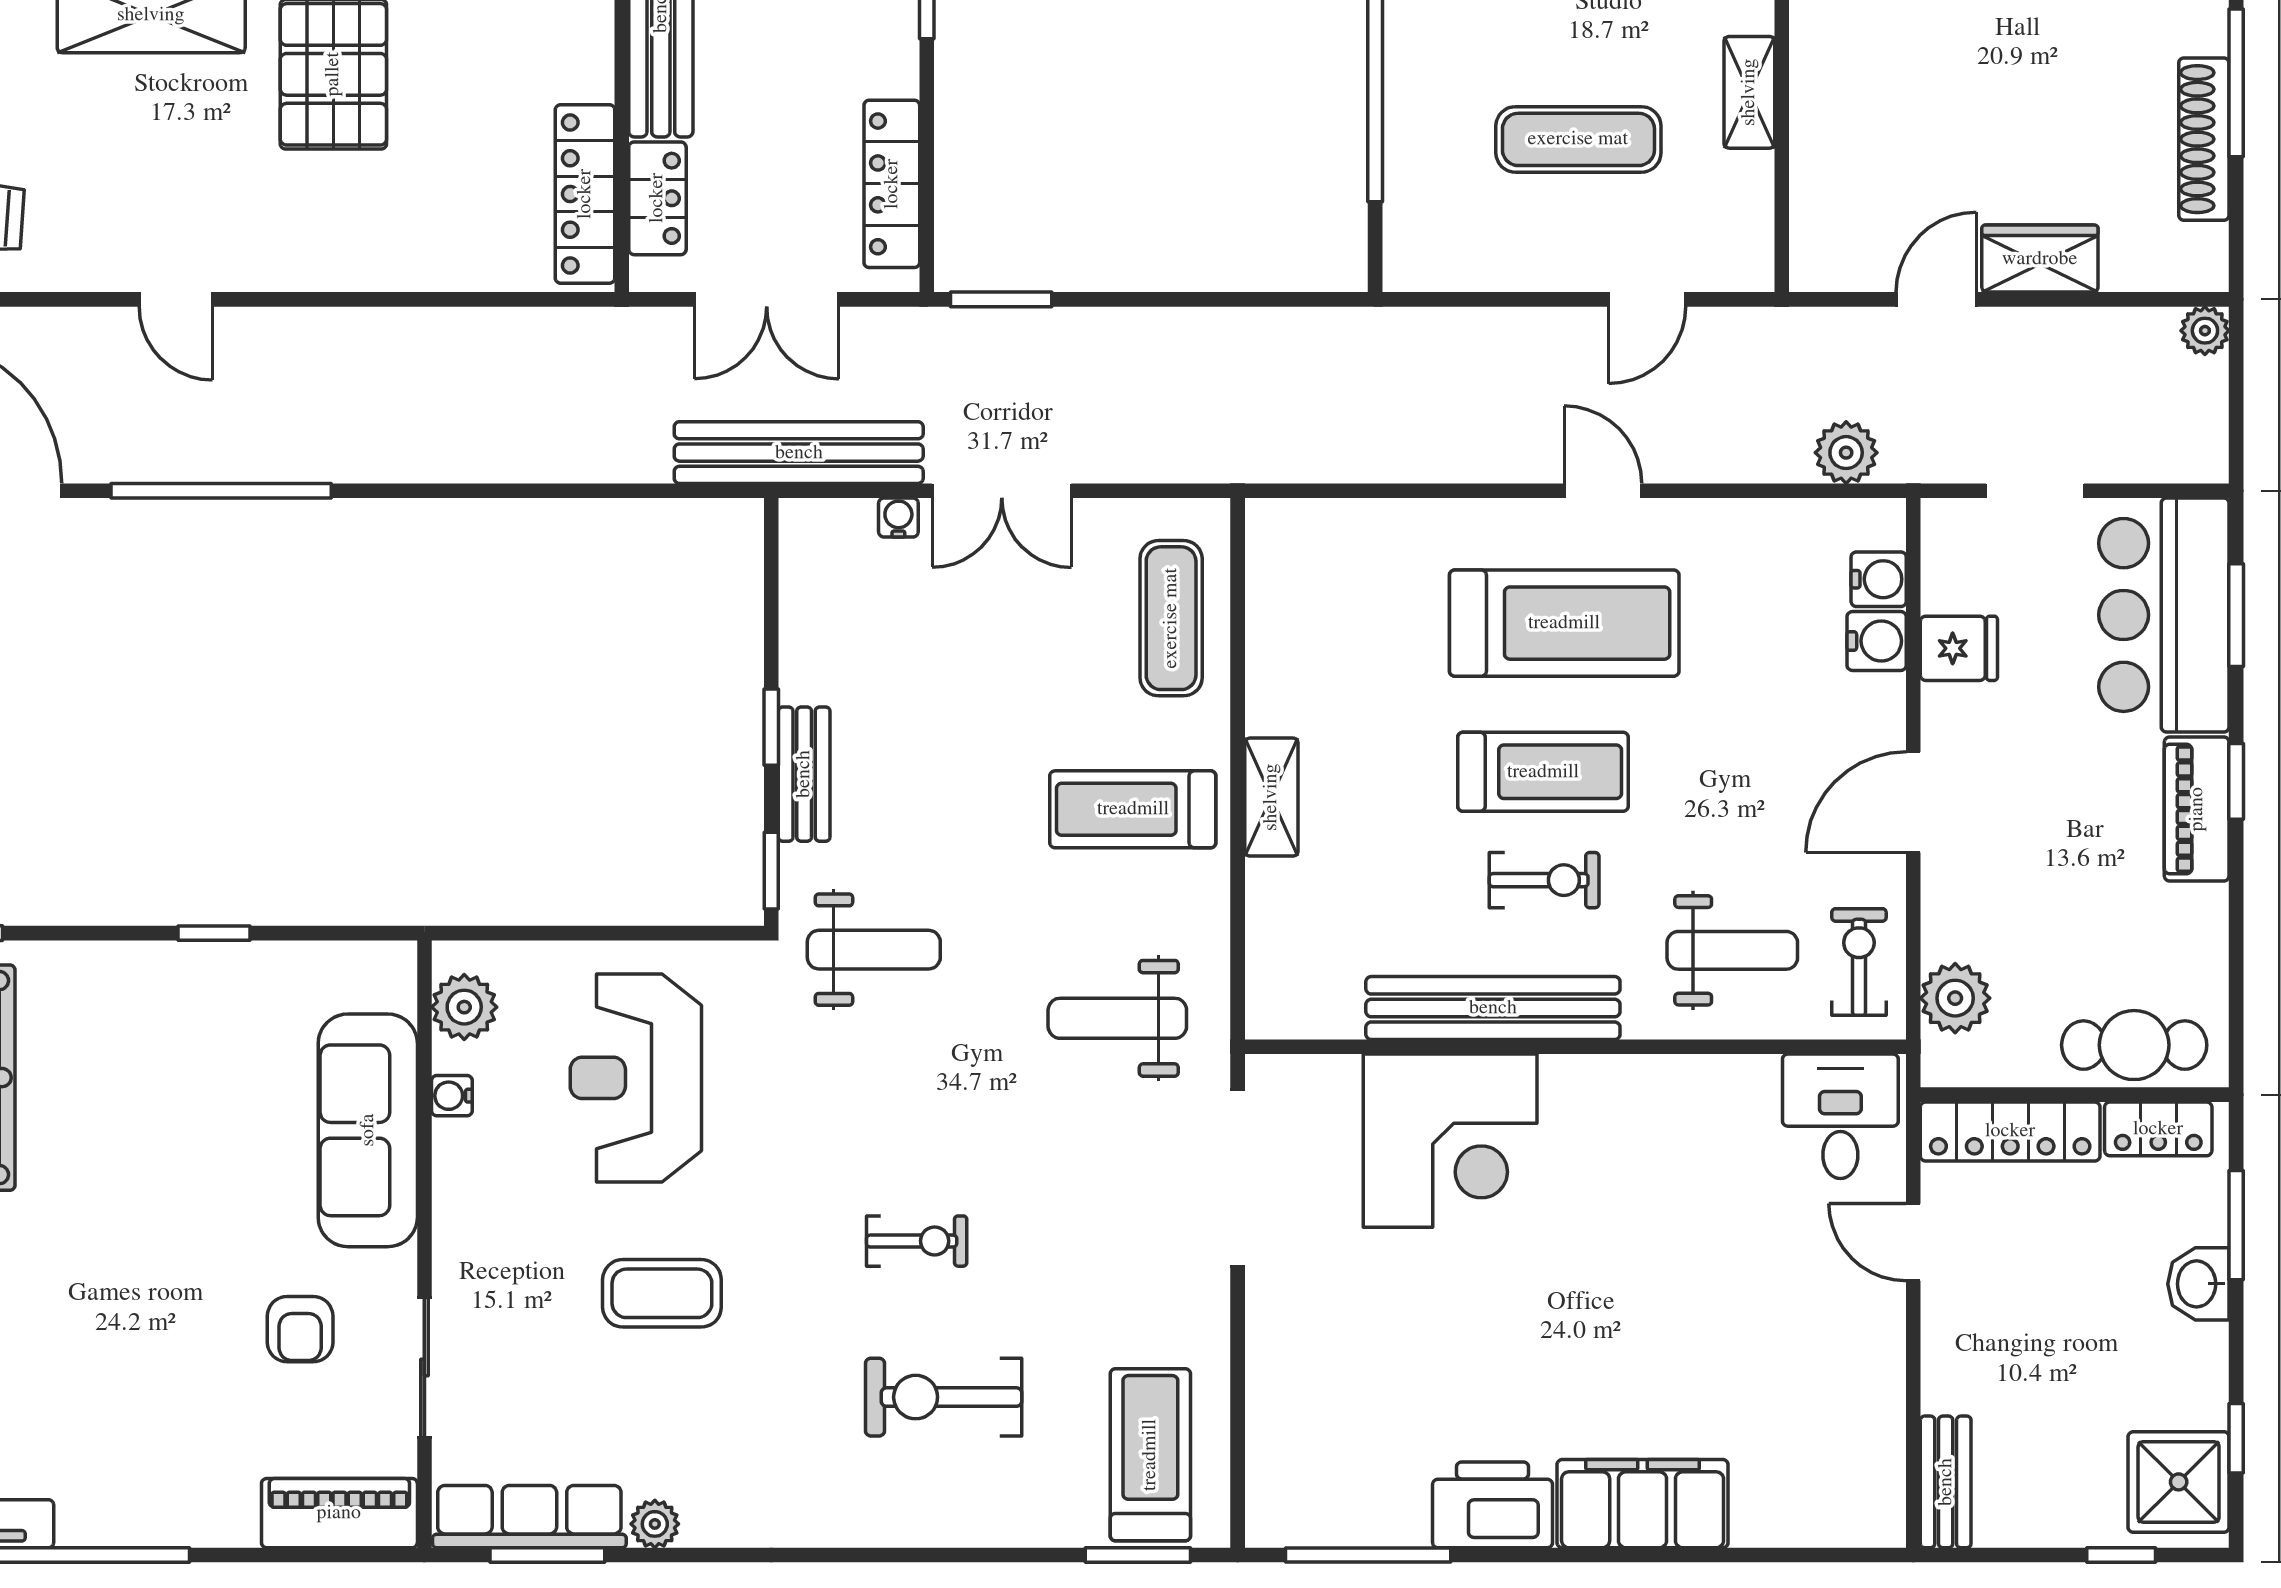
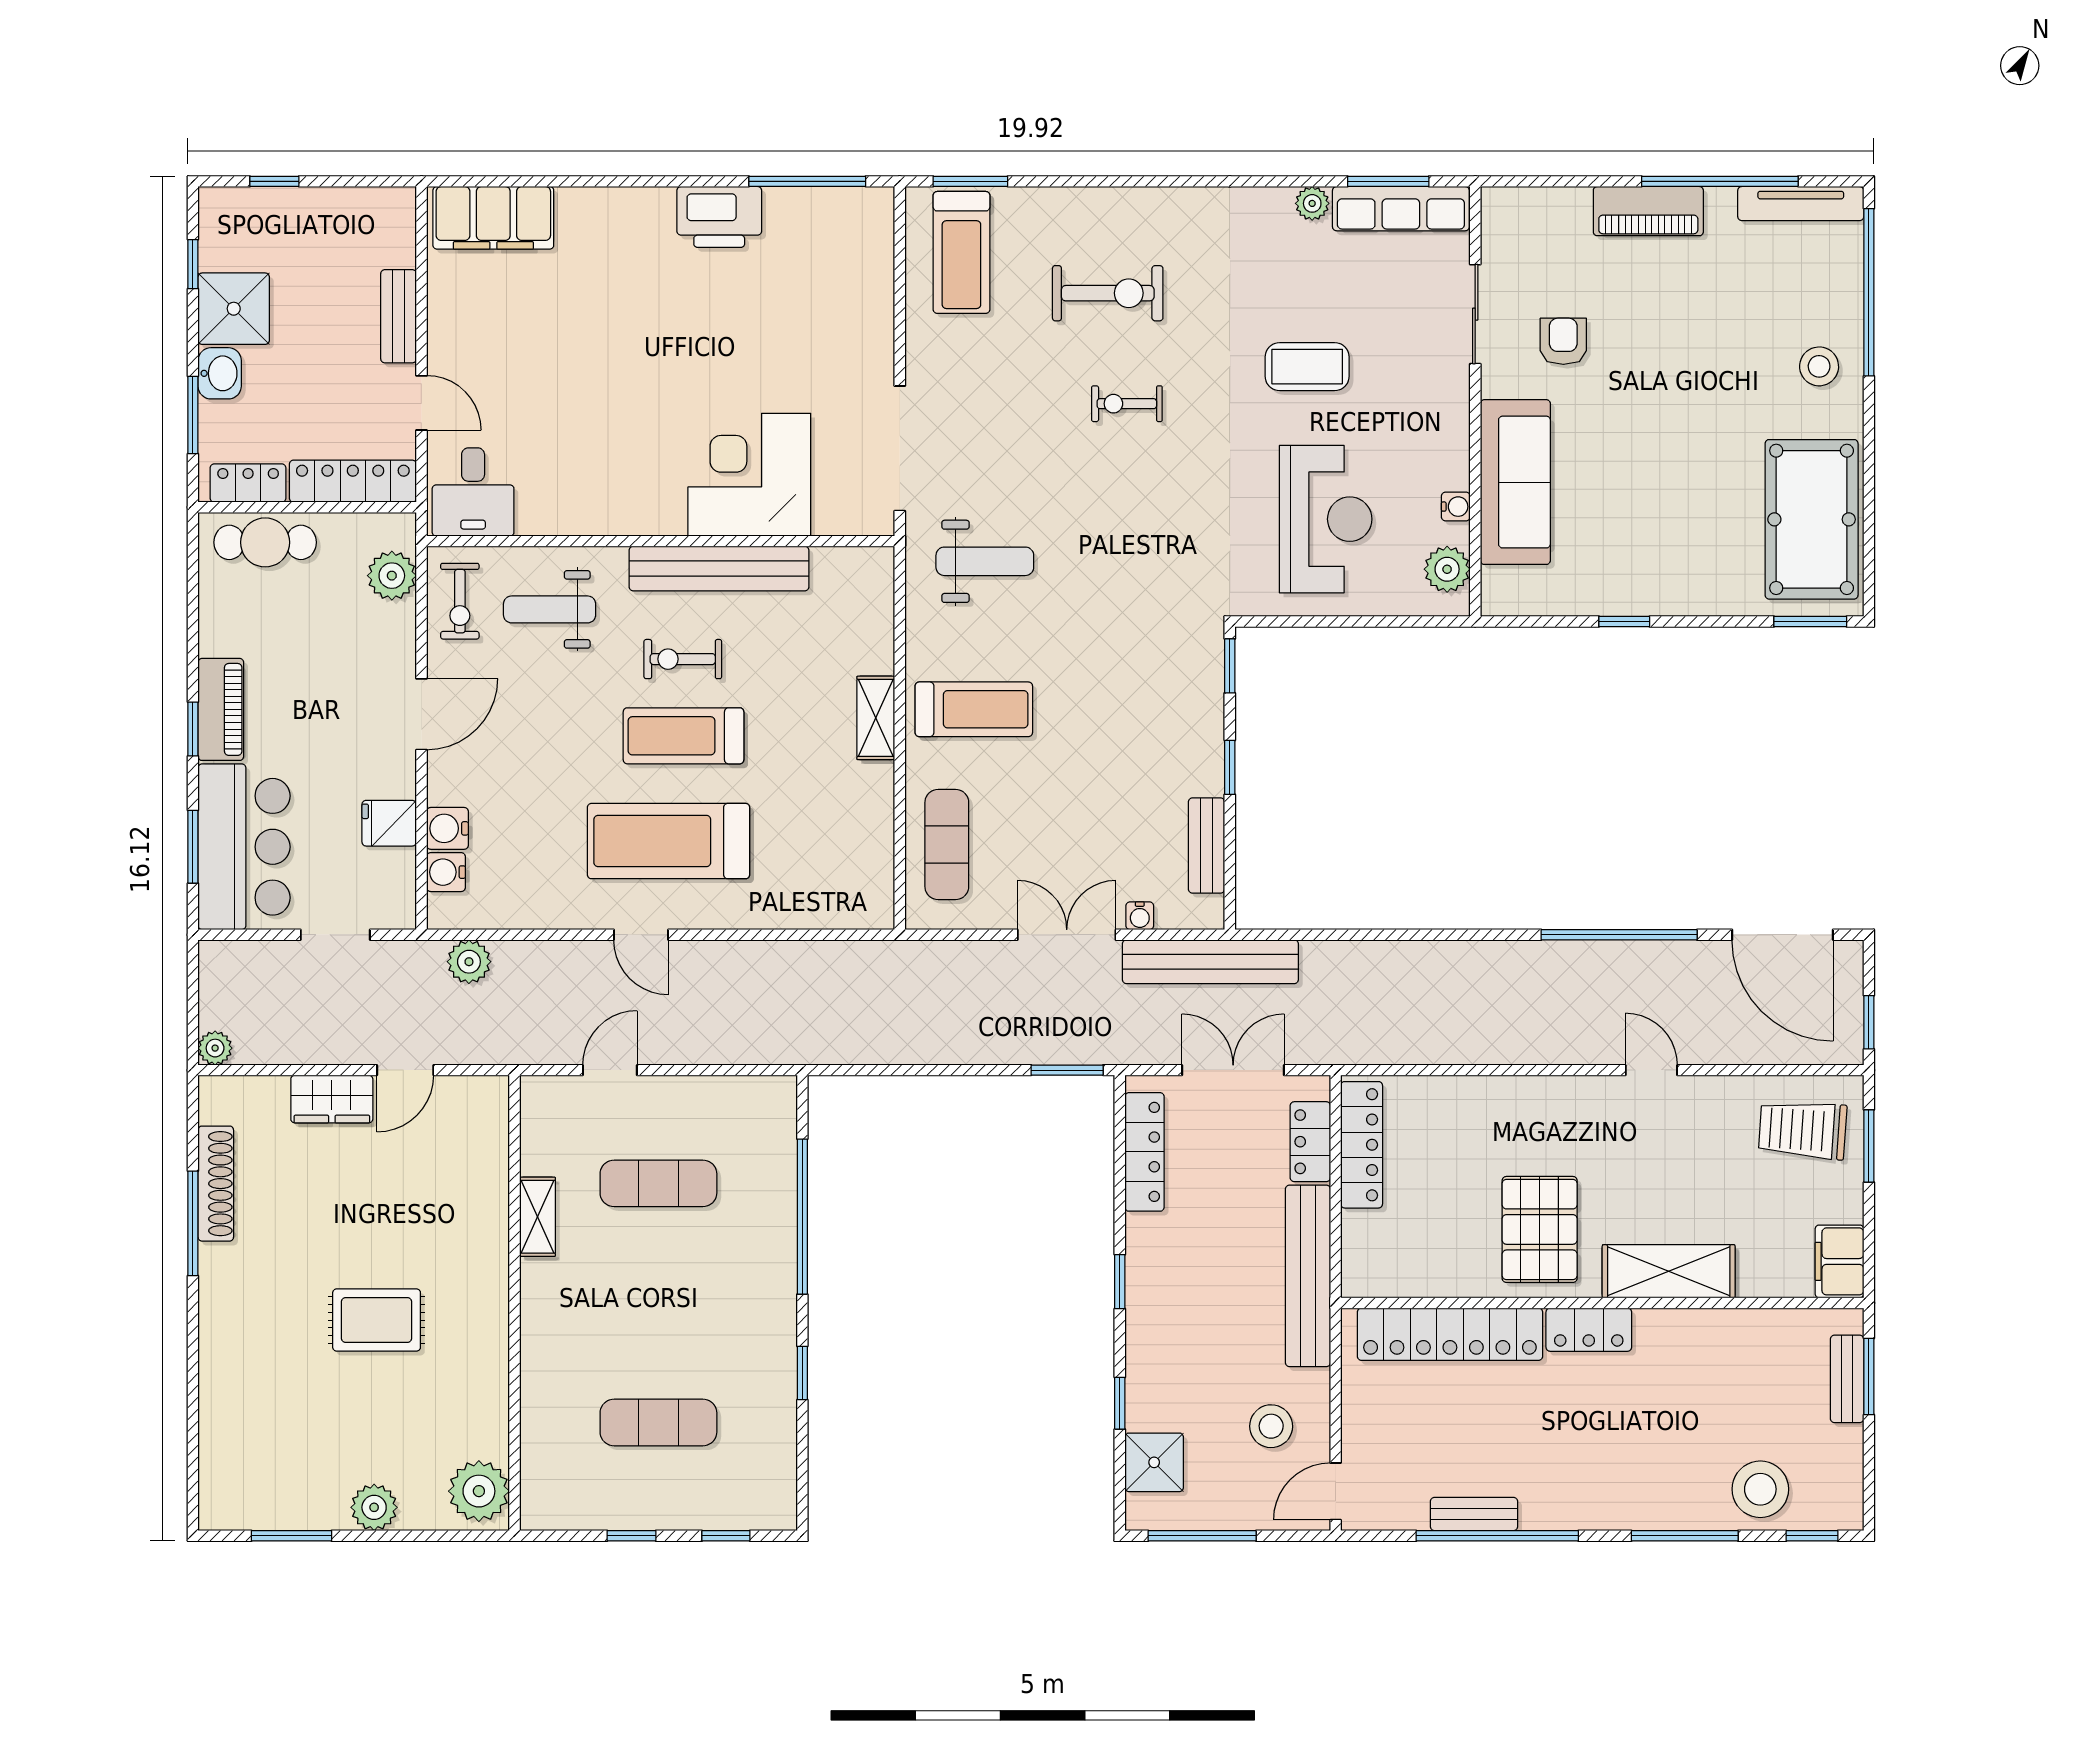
bench: (804, 774) -> (1207, 846), moved
weight bench: (874, 950) -> (1157, 610), removed
bench: (1946, 1482) -> (399, 316), moved
shower: (2179, 1482) -> (234, 309), moved
filing cabinet: (1643, 1504) -> (493, 218), moved
piano: (339, 1513) -> (1648, 211), moved

